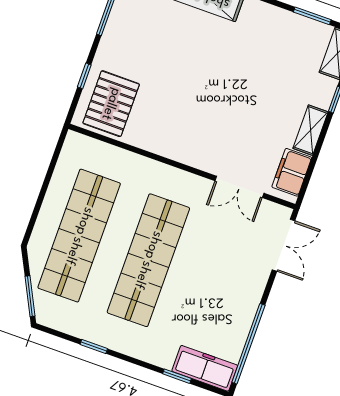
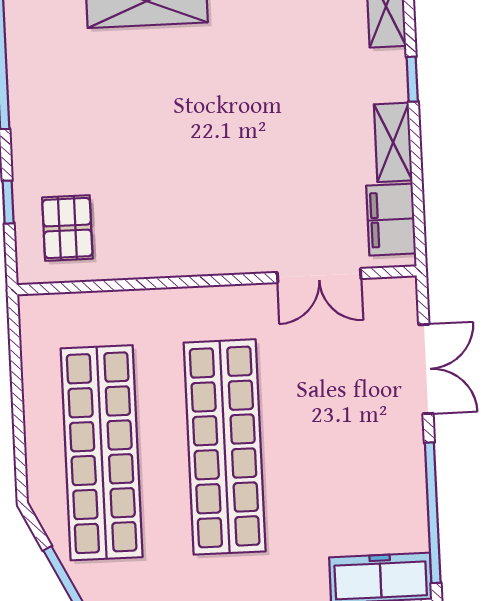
pallet: (111, 104) -> (67, 228), width x0.67, depth x0.71
double door: (284, 245) -> (426, 369), moved

